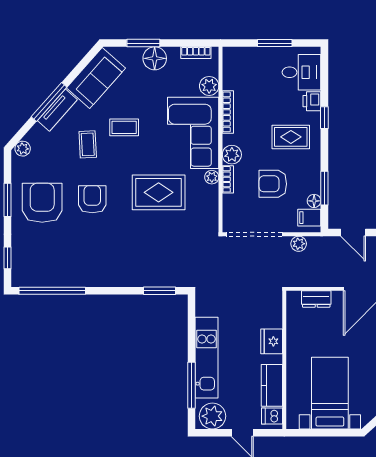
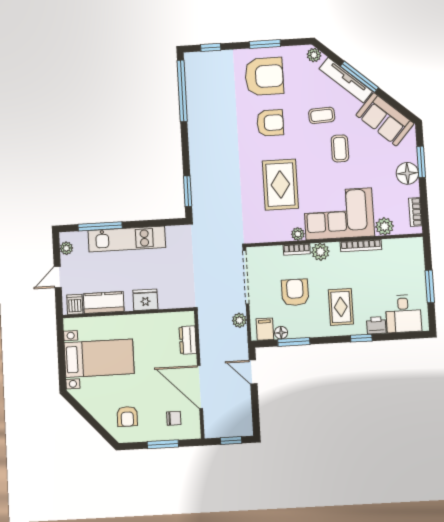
tv unit: (57, 110) -> (346, 80), width x1.41
door: (353, 232) -> (253, 372), hinge flipped
plant: (212, 416) -> (66, 248), width x0.53, depth x0.53

